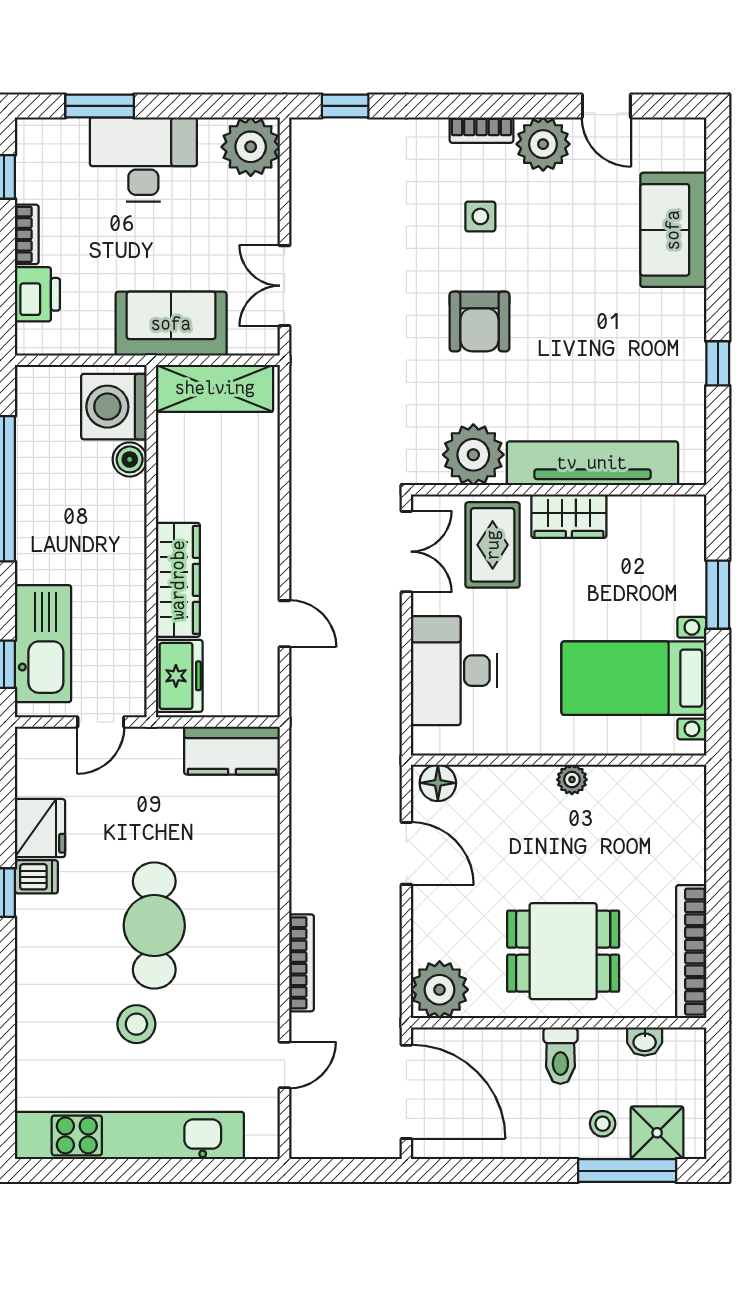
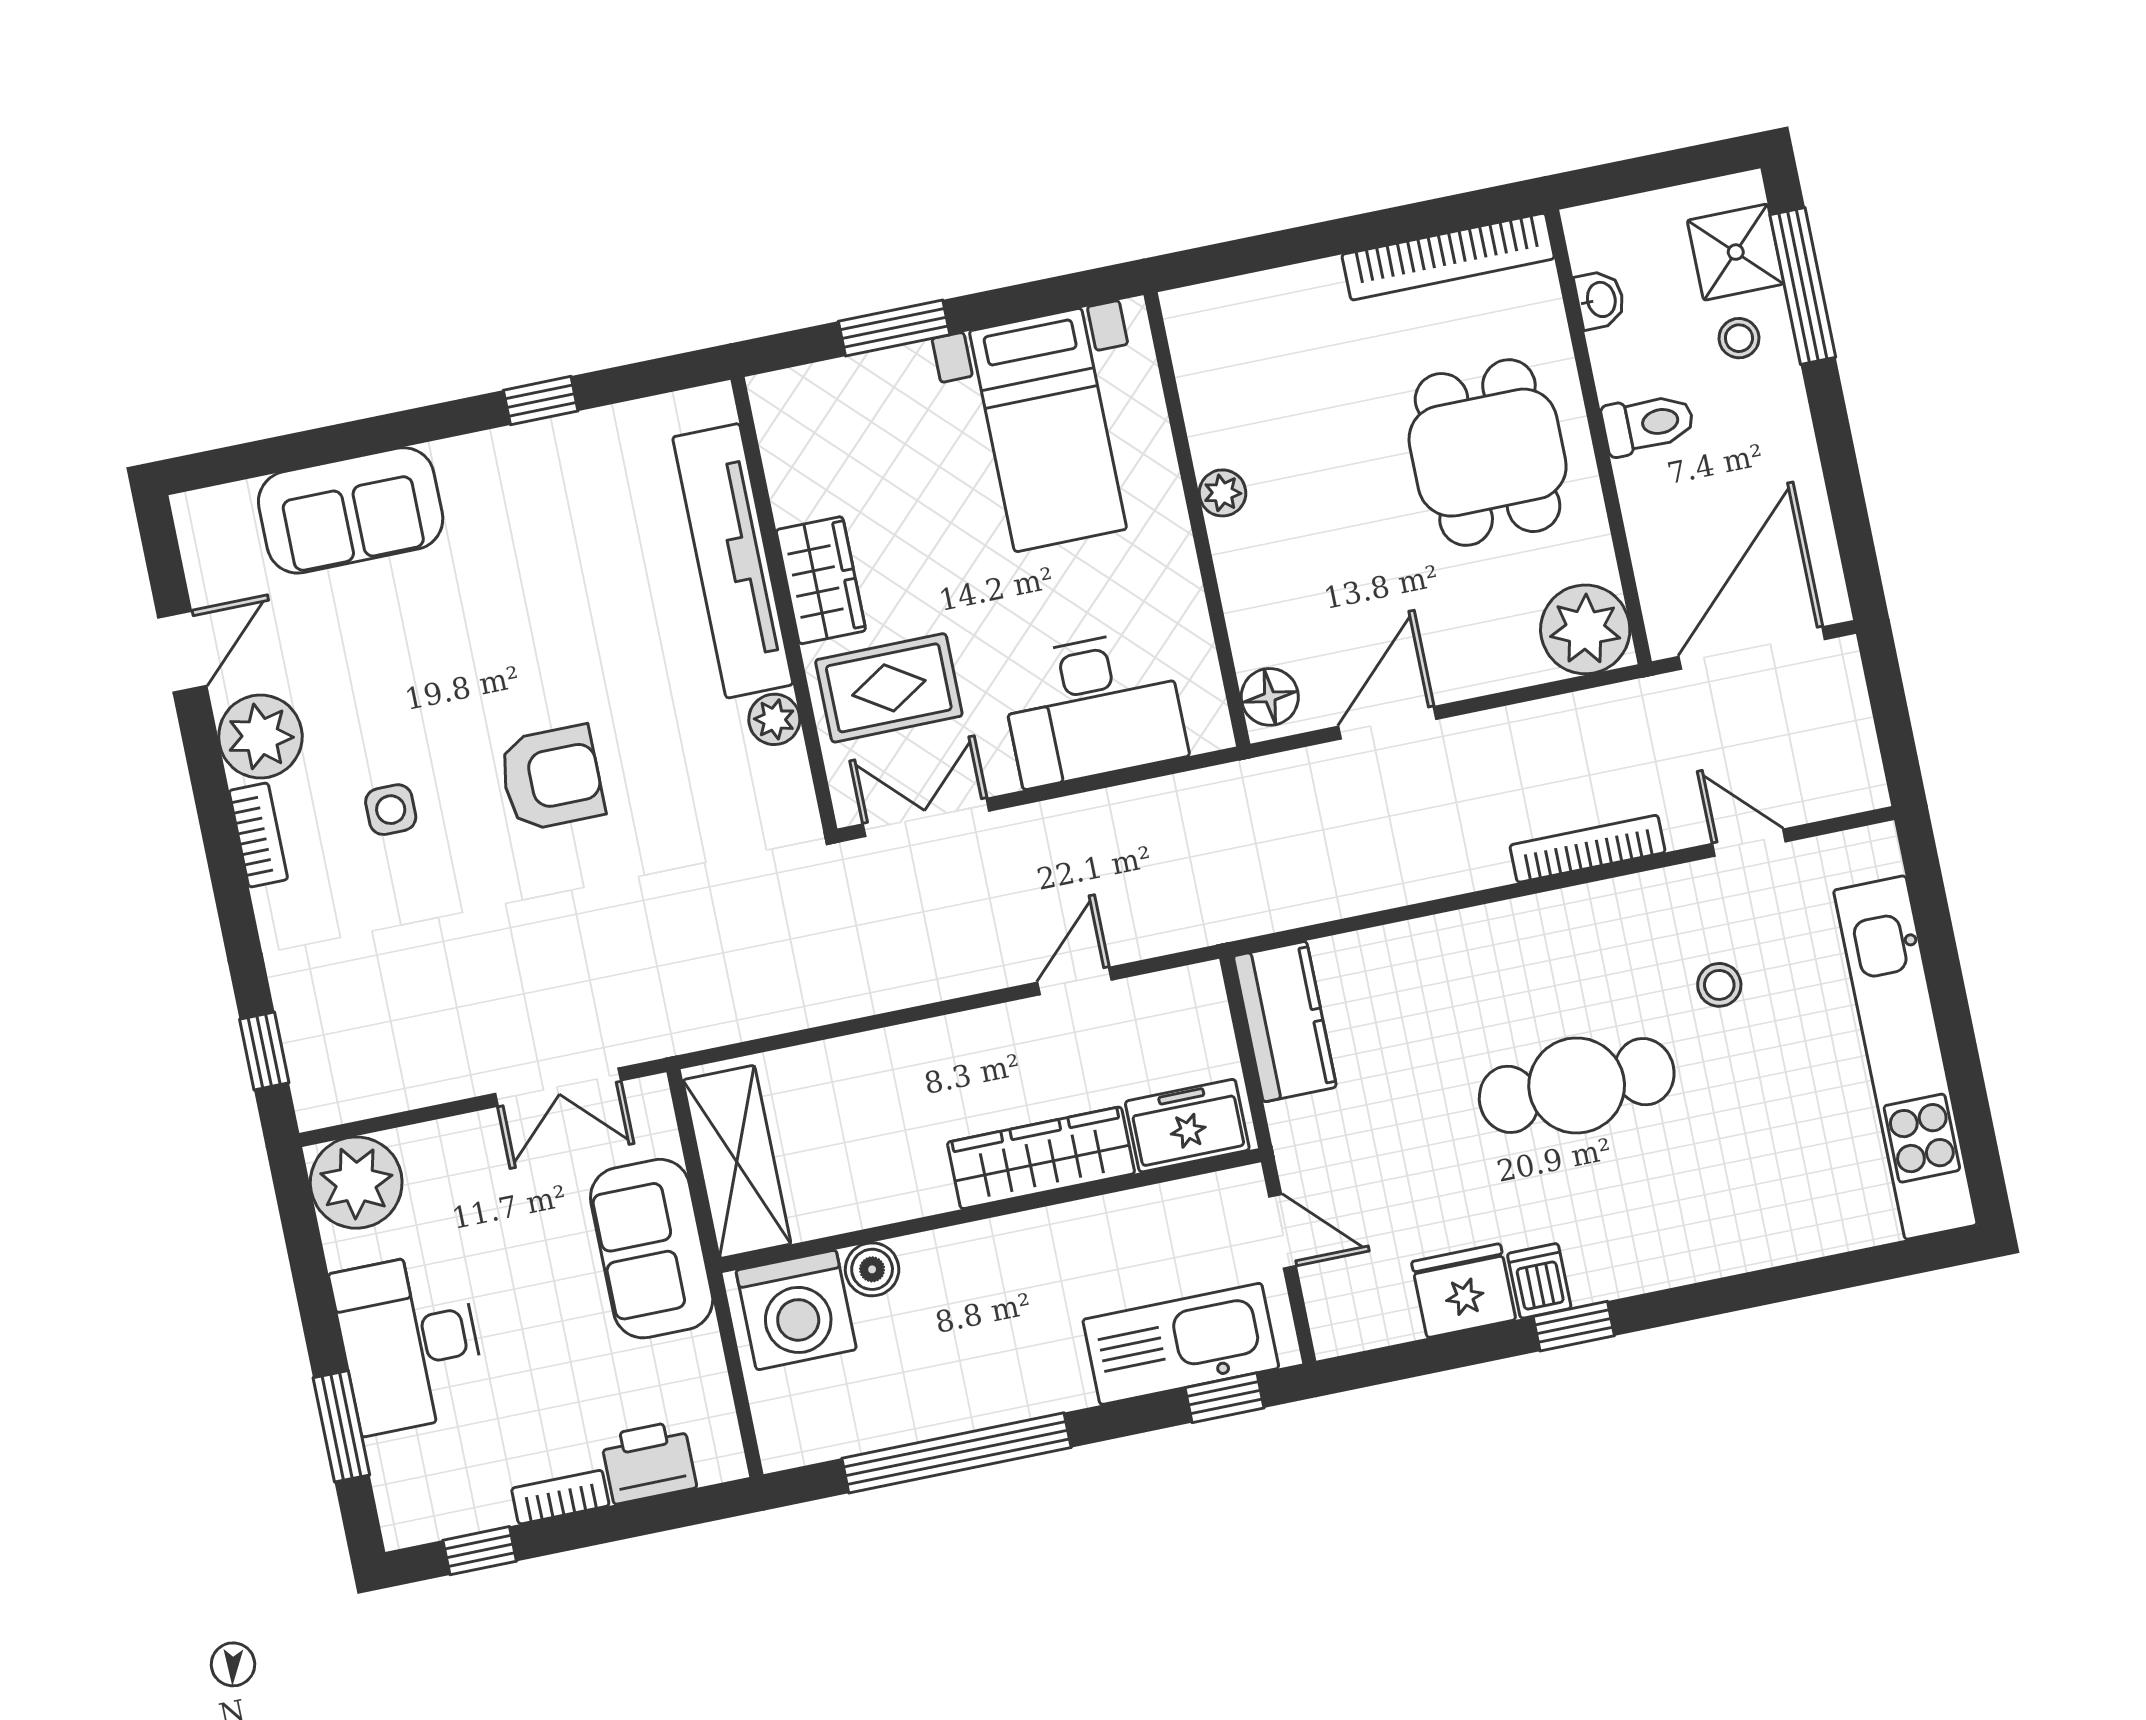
plant: (473, 455) -> (774, 719), width x0.53, depth x0.53
stool: (136, 1024) -> (1719, 985), moved, width x0.73, depth x0.73

